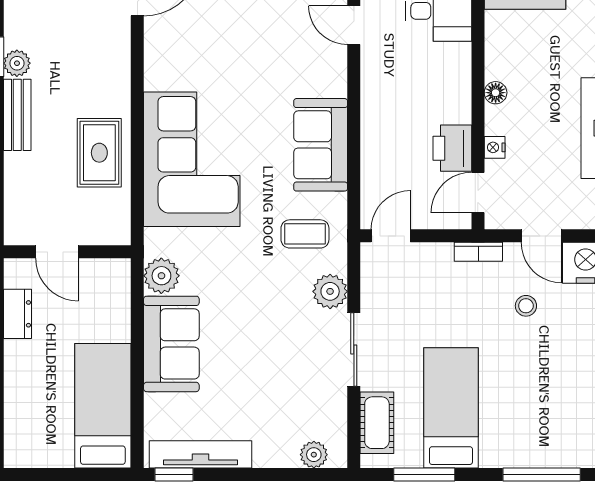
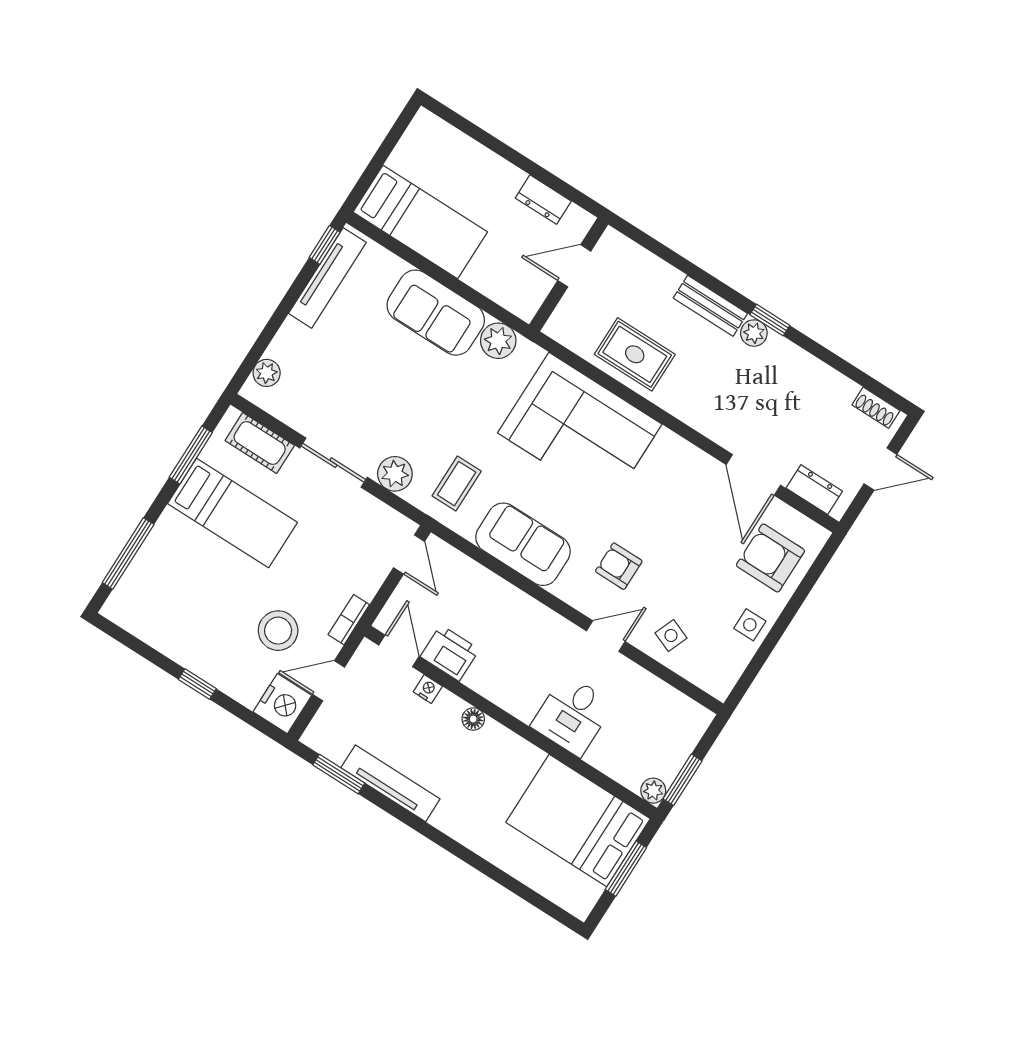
armchair: (287, 52) -> (619, 566), added
stool: (526, 306) -> (278, 631), width x1.89, depth x1.89

